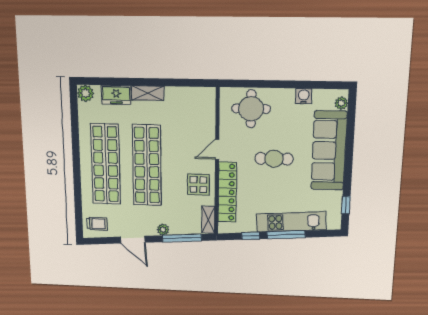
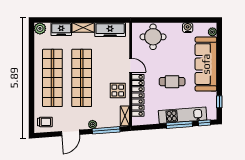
freezer: (187, 97) -> (110, 30), added
door: (217, 149) -> (131, 65), swing flipped
cafe table: (274, 159) -> (172, 82), moved
window: (251, 236) -> (204, 123), moved
door: (133, 240) -> (71, 133), hinge flipped

